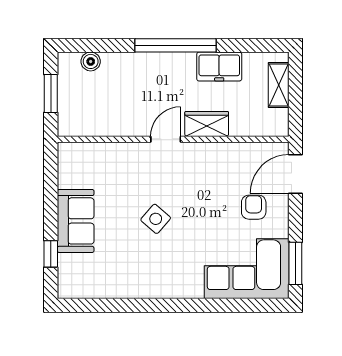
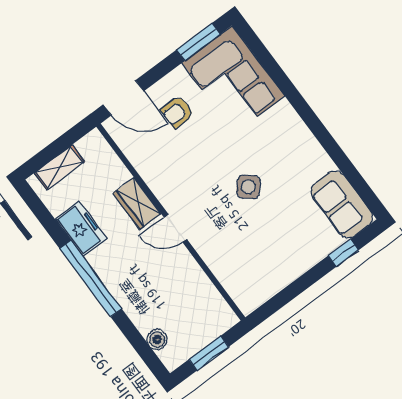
sofa: (76, 221) -> (342, 204), moved, turned -90

